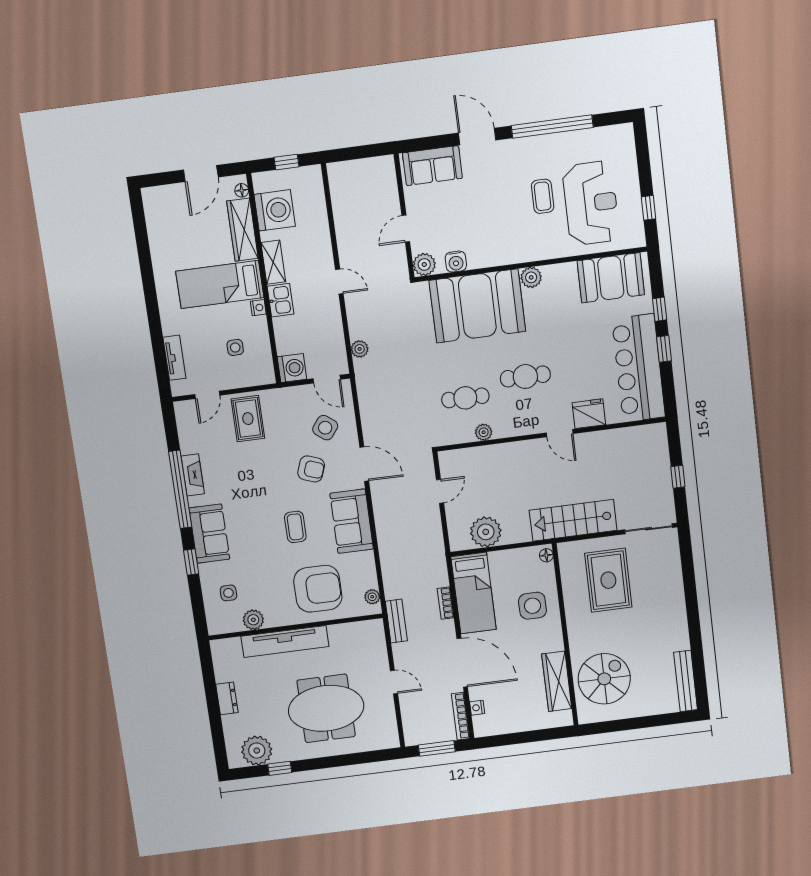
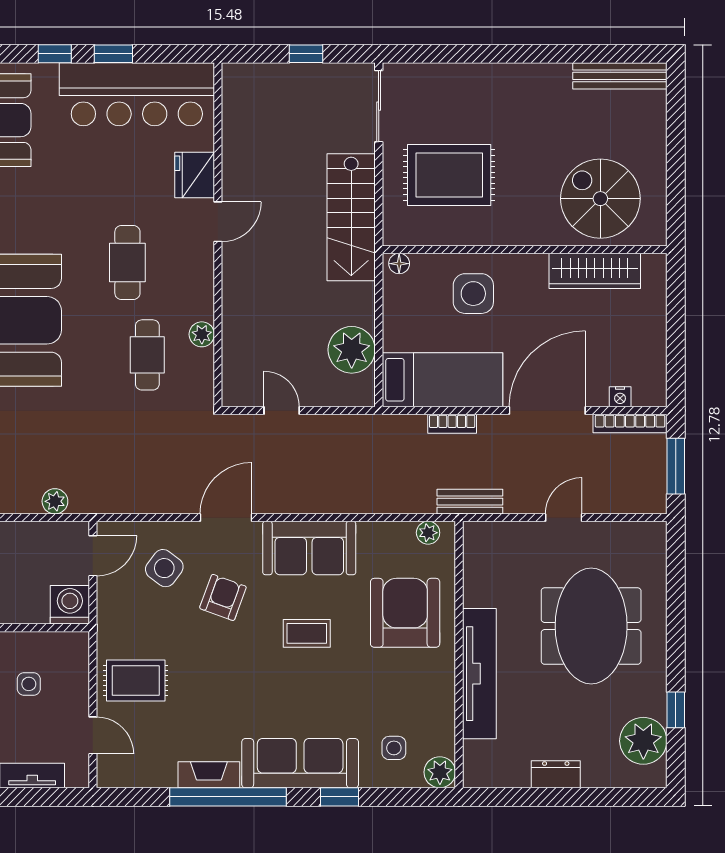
sofa: (209, 534) -> (300, 763), width x1.36
plant: (253, 620) -> (440, 772), moved

